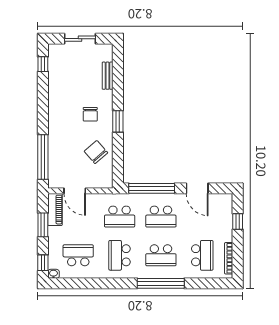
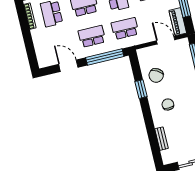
window: (118, 121) -> (141, 89), moved
chair: (96, 152) -> (156, 75), turned 71
window: (238, 222) -> (30, 47), removed

